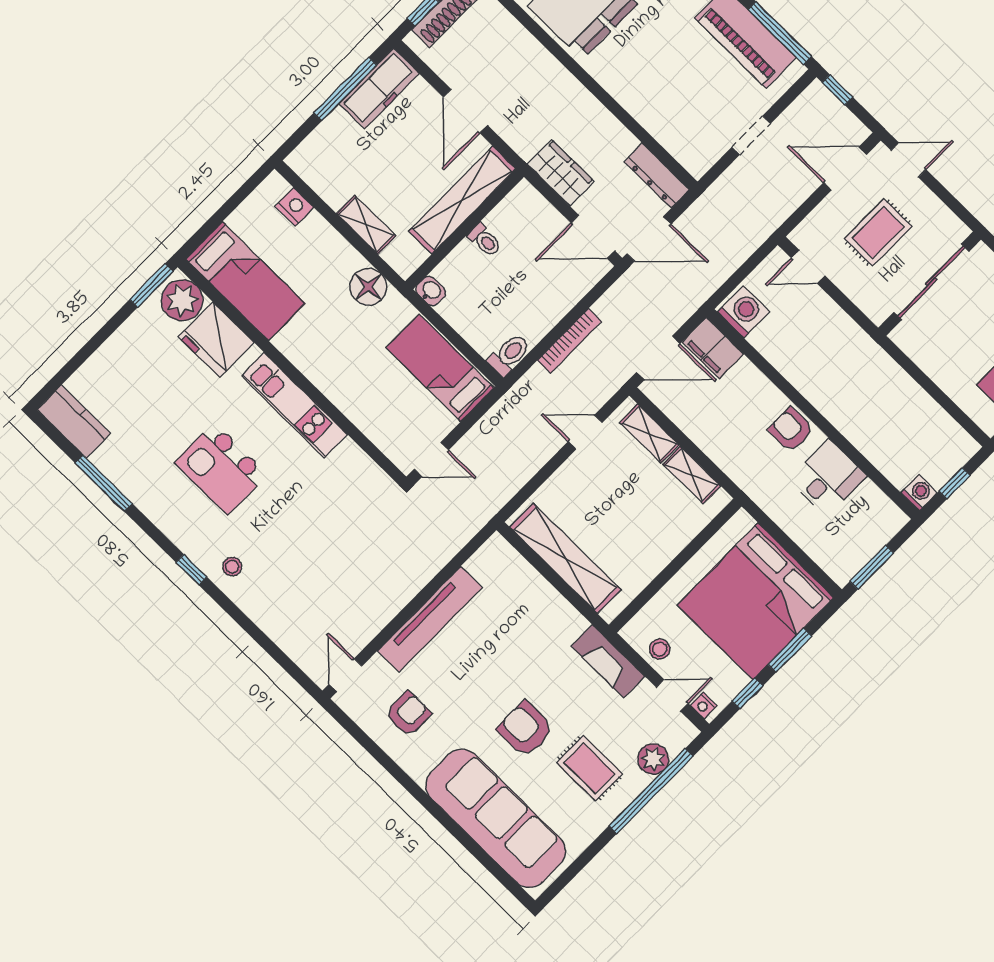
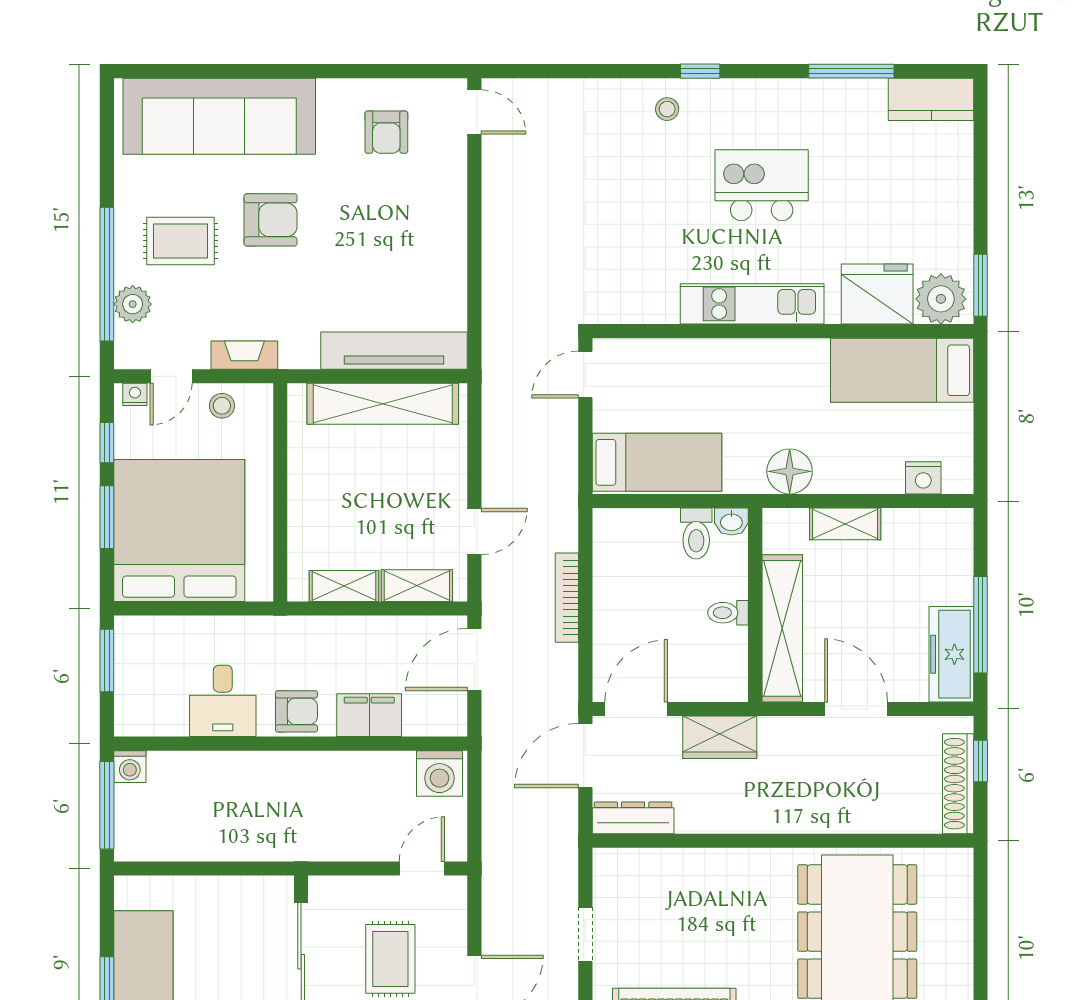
filing cabinet: (713, 348) -> (369, 715), moved
toilet: (509, 355) -> (696, 534), moved
window: (954, 483) -> (107, 805), width x2.17
tv unit: (430, 619) -> (394, 351), moved, turned 90
fireplace: (608, 661) -> (244, 355), width x0.73, depth x0.76

